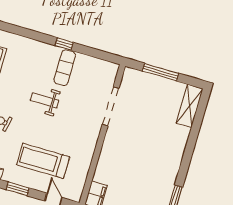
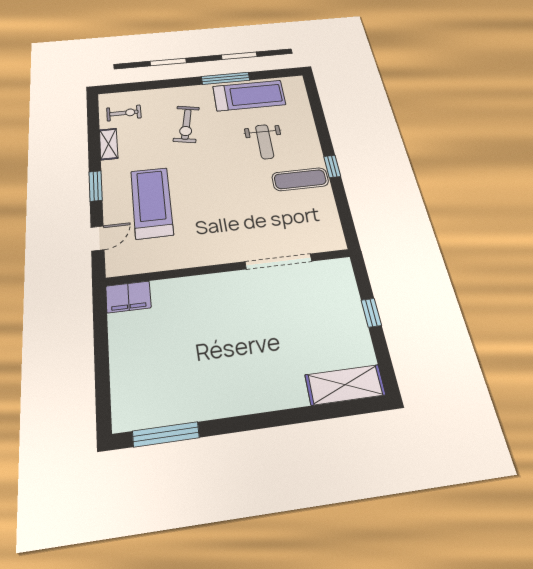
window: (160, 72) -> (371, 313), width x0.46
weight bench: (45, 100) -> (265, 142), moved, turned 180

